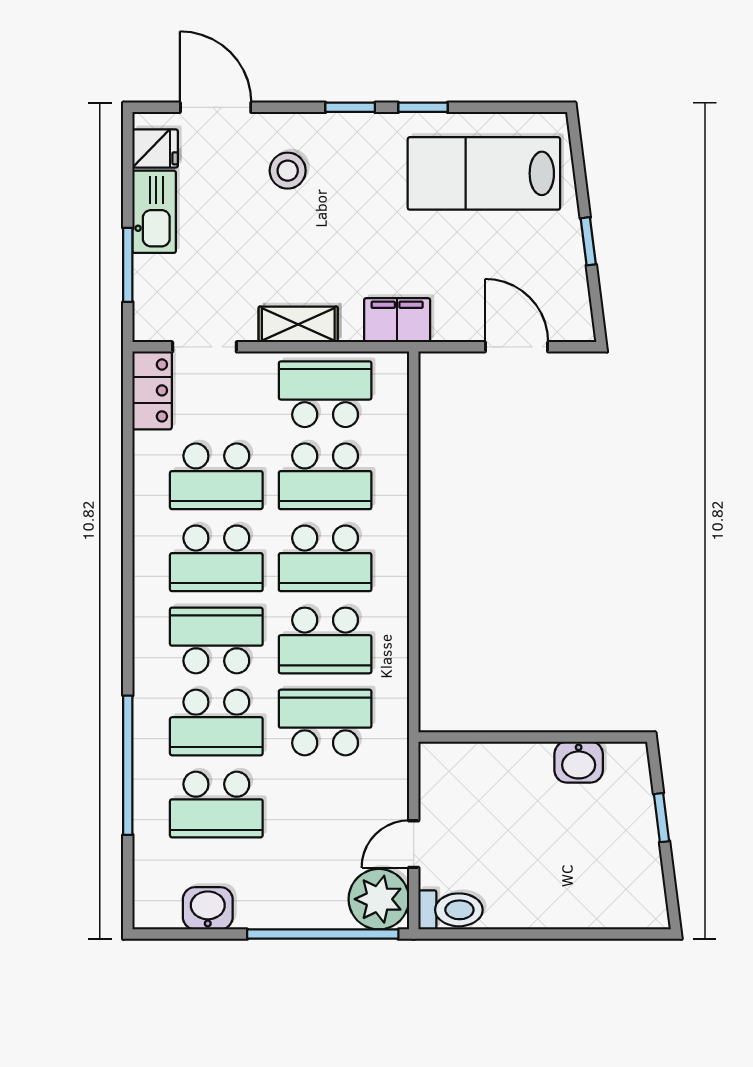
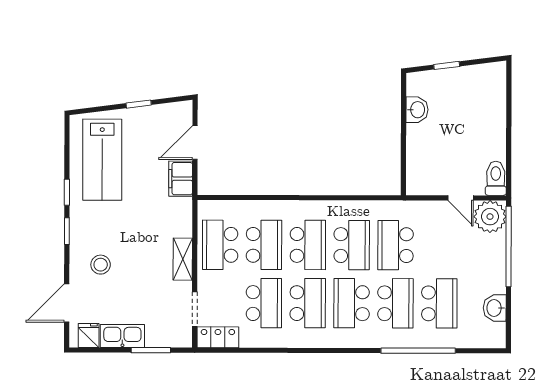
filing cabinet: (397, 320) -> (181, 179), moved

